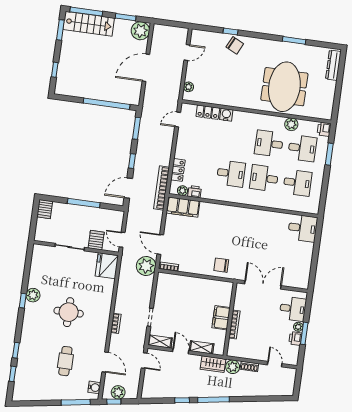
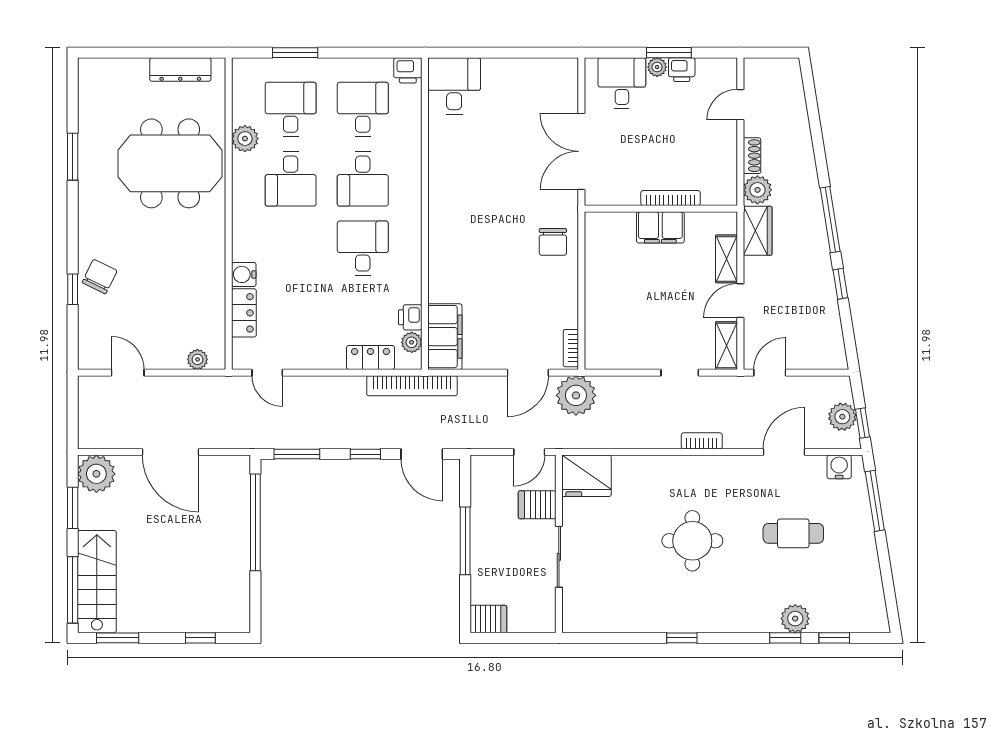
dresser: (333, 65) -> (180, 69), moved
printer: (324, 129) -> (408, 70), moved
plant: (33, 295) -> (795, 619), moved

